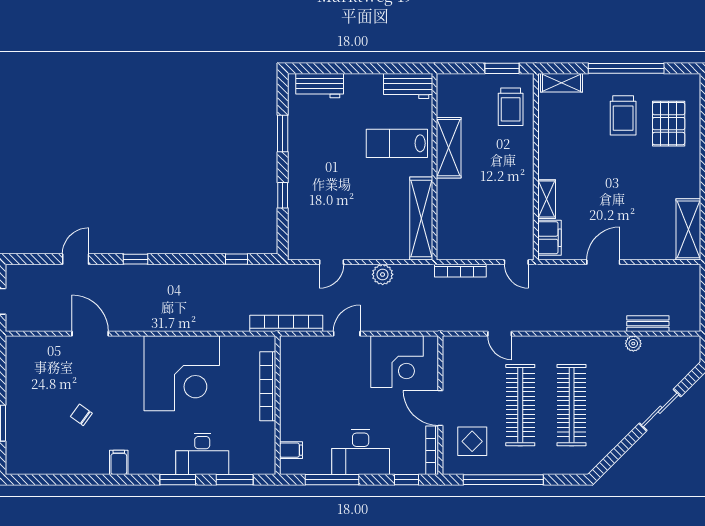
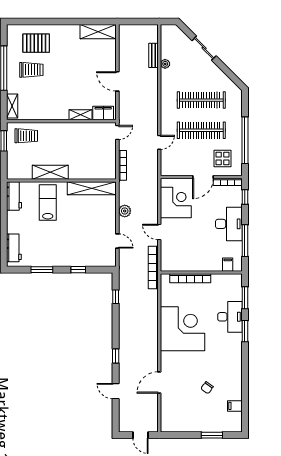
lab bench: (397, 143) -> (48, 203), turned 180
filing cabinet: (119, 462) -> (235, 406), moved

